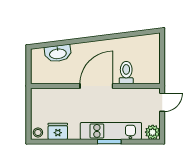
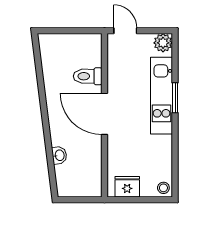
washbasin: (58, 53) -> (59, 155), width x0.52, depth x0.69
fridge: (58, 131) -> (127, 187), moved, turned 90

